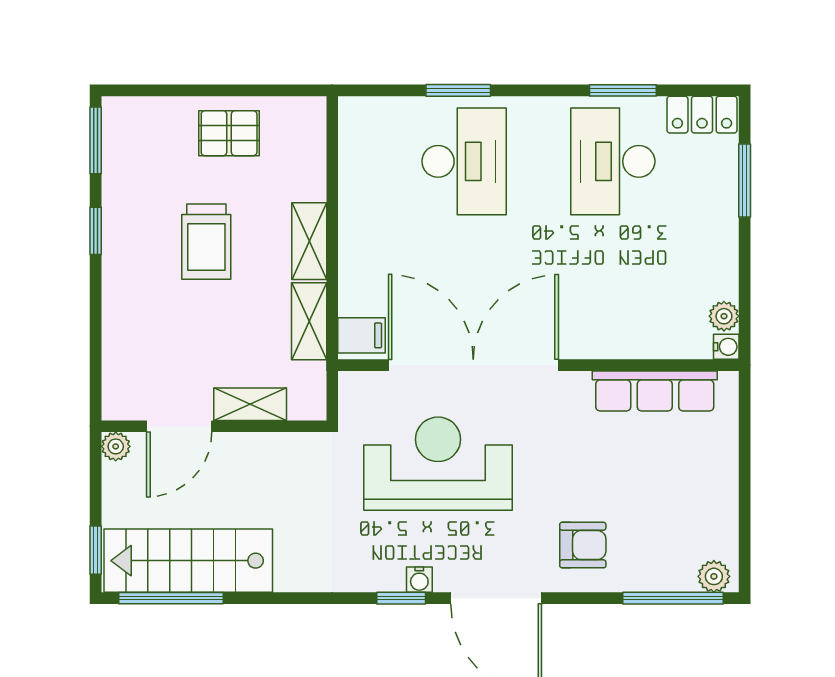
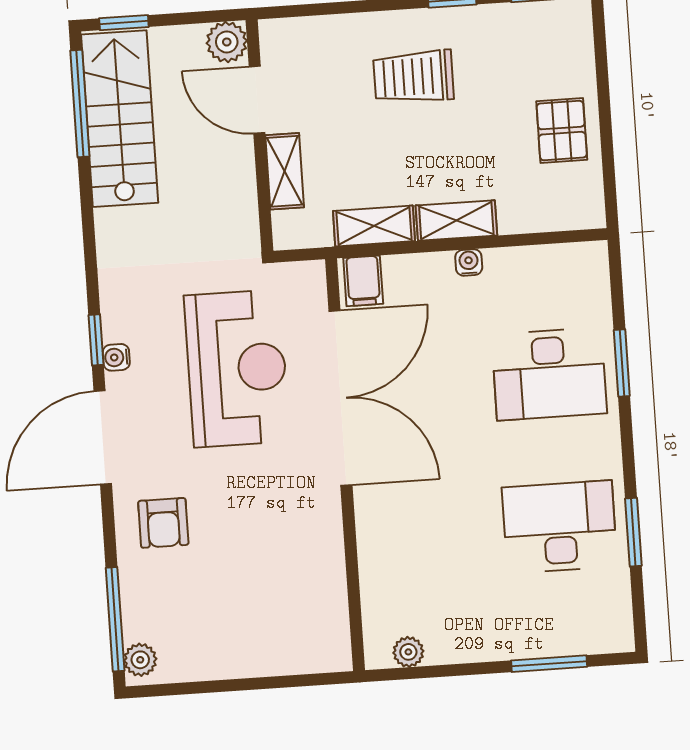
locker: (702, 115) -> (614, 615), removed
trolley: (206, 242) -> (413, 77), moved
water cooler: (726, 347) -> (469, 262), moved, turned 180
row of seats: (655, 391) -> (327, 586), removed
plant: (116, 446) -> (227, 42), width x1.38, depth x1.38

